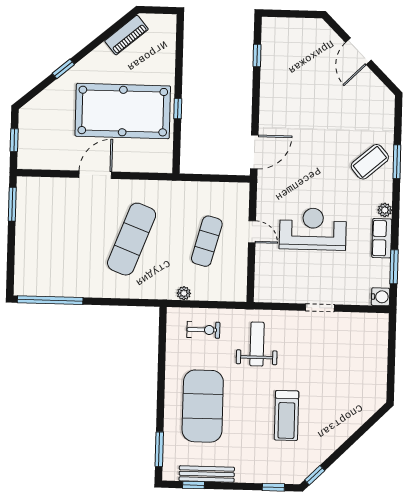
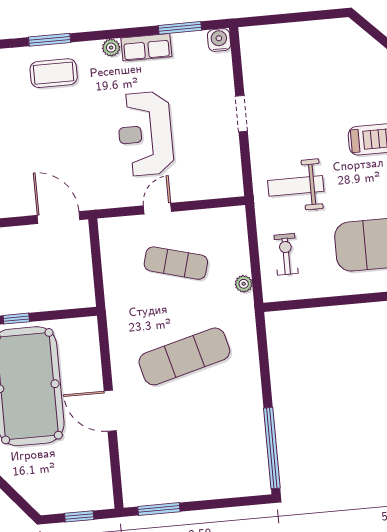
coffee table: (370, 162) -> (54, 73), turned -49
exercise mat: (132, 239) -> (184, 356), turned -36

